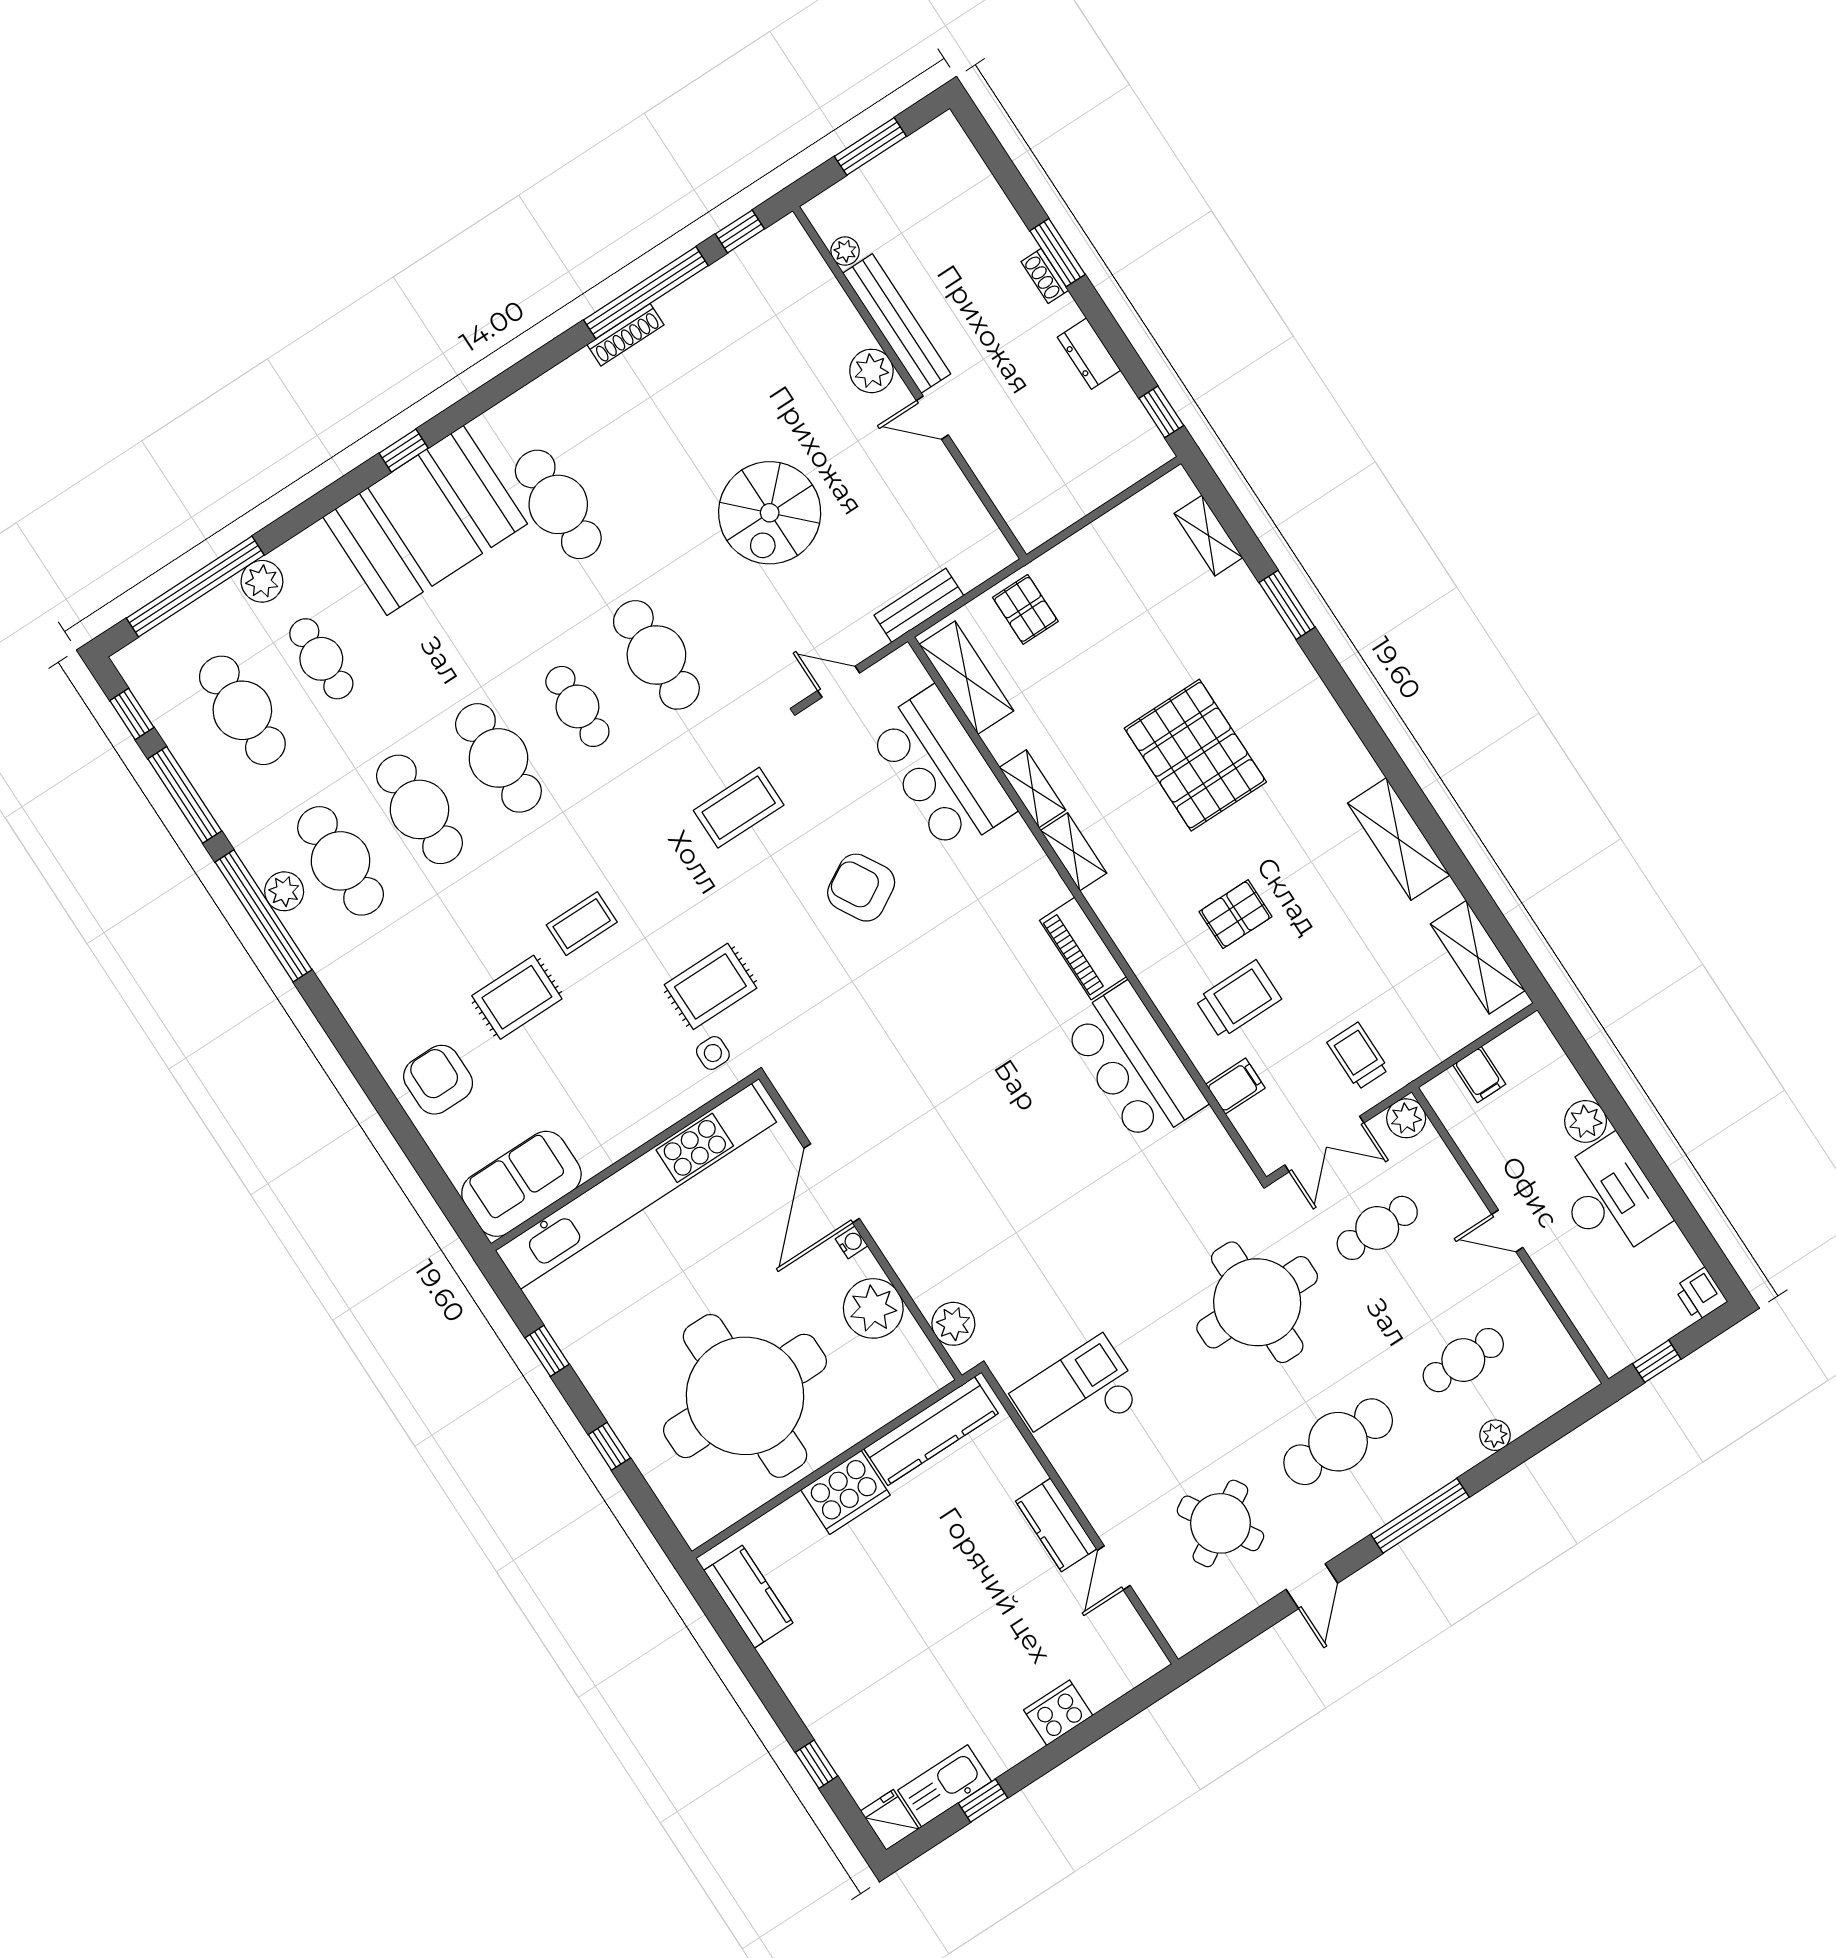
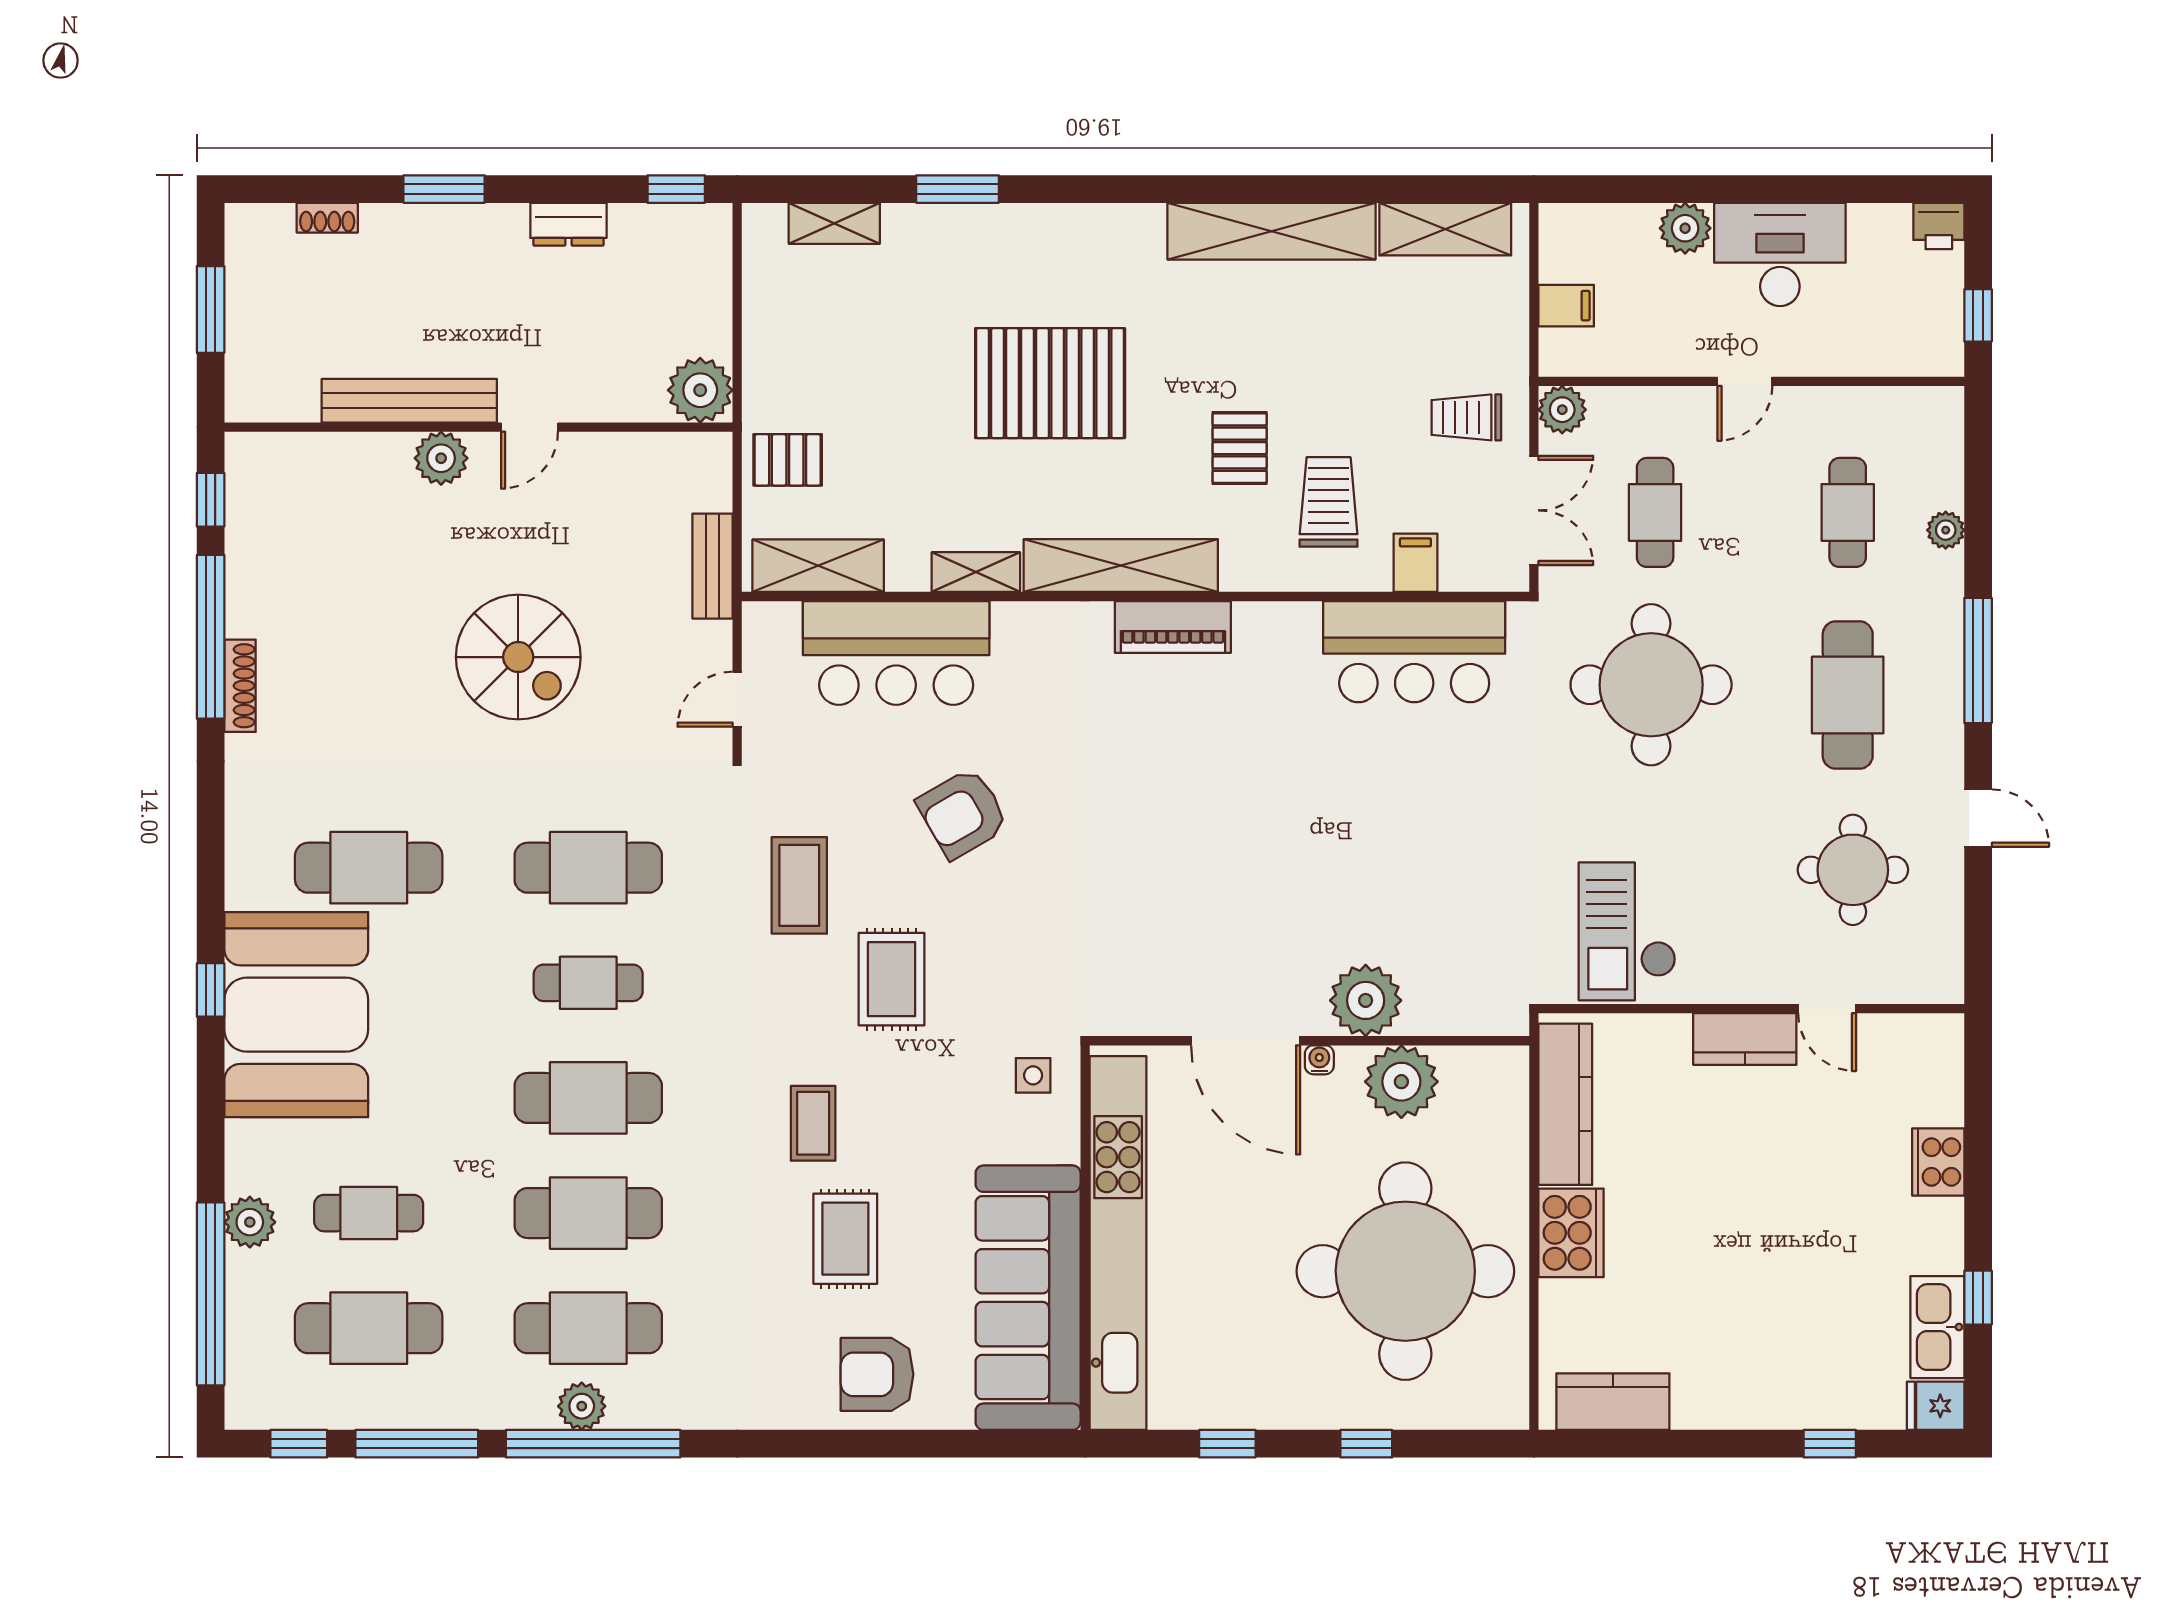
plant: (845, 251) -> (700, 390), moved, width x1.88, depth x1.88
shoe rack: (1045, 276) -> (327, 218), moved
shelving: (1399, 839) -> (1272, 231), width x1.47
shelving: (1074, 852) -> (1121, 565), width x2.20, depth x1.33
rug: (710, 986) -> (892, 979), moved
bar counter: (1134, 1064) -> (1414, 652), moved
sofa: (521, 1184) -> (1028, 1298), width x1.85, depth x1.27
plant: (953, 1324) -> (1366, 1000), moved, width x1.36, depth x1.36
round table: (1220, 1523) -> (1853, 870), turned 31

